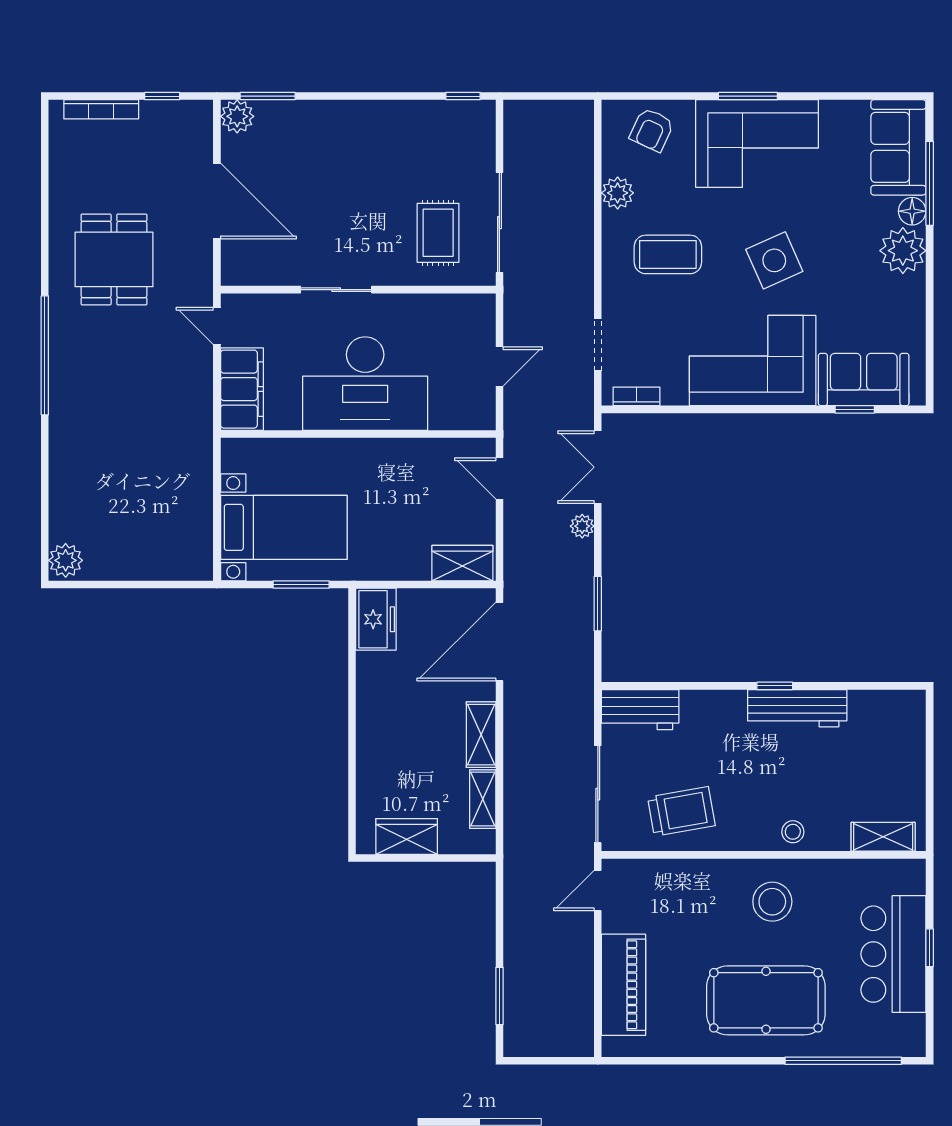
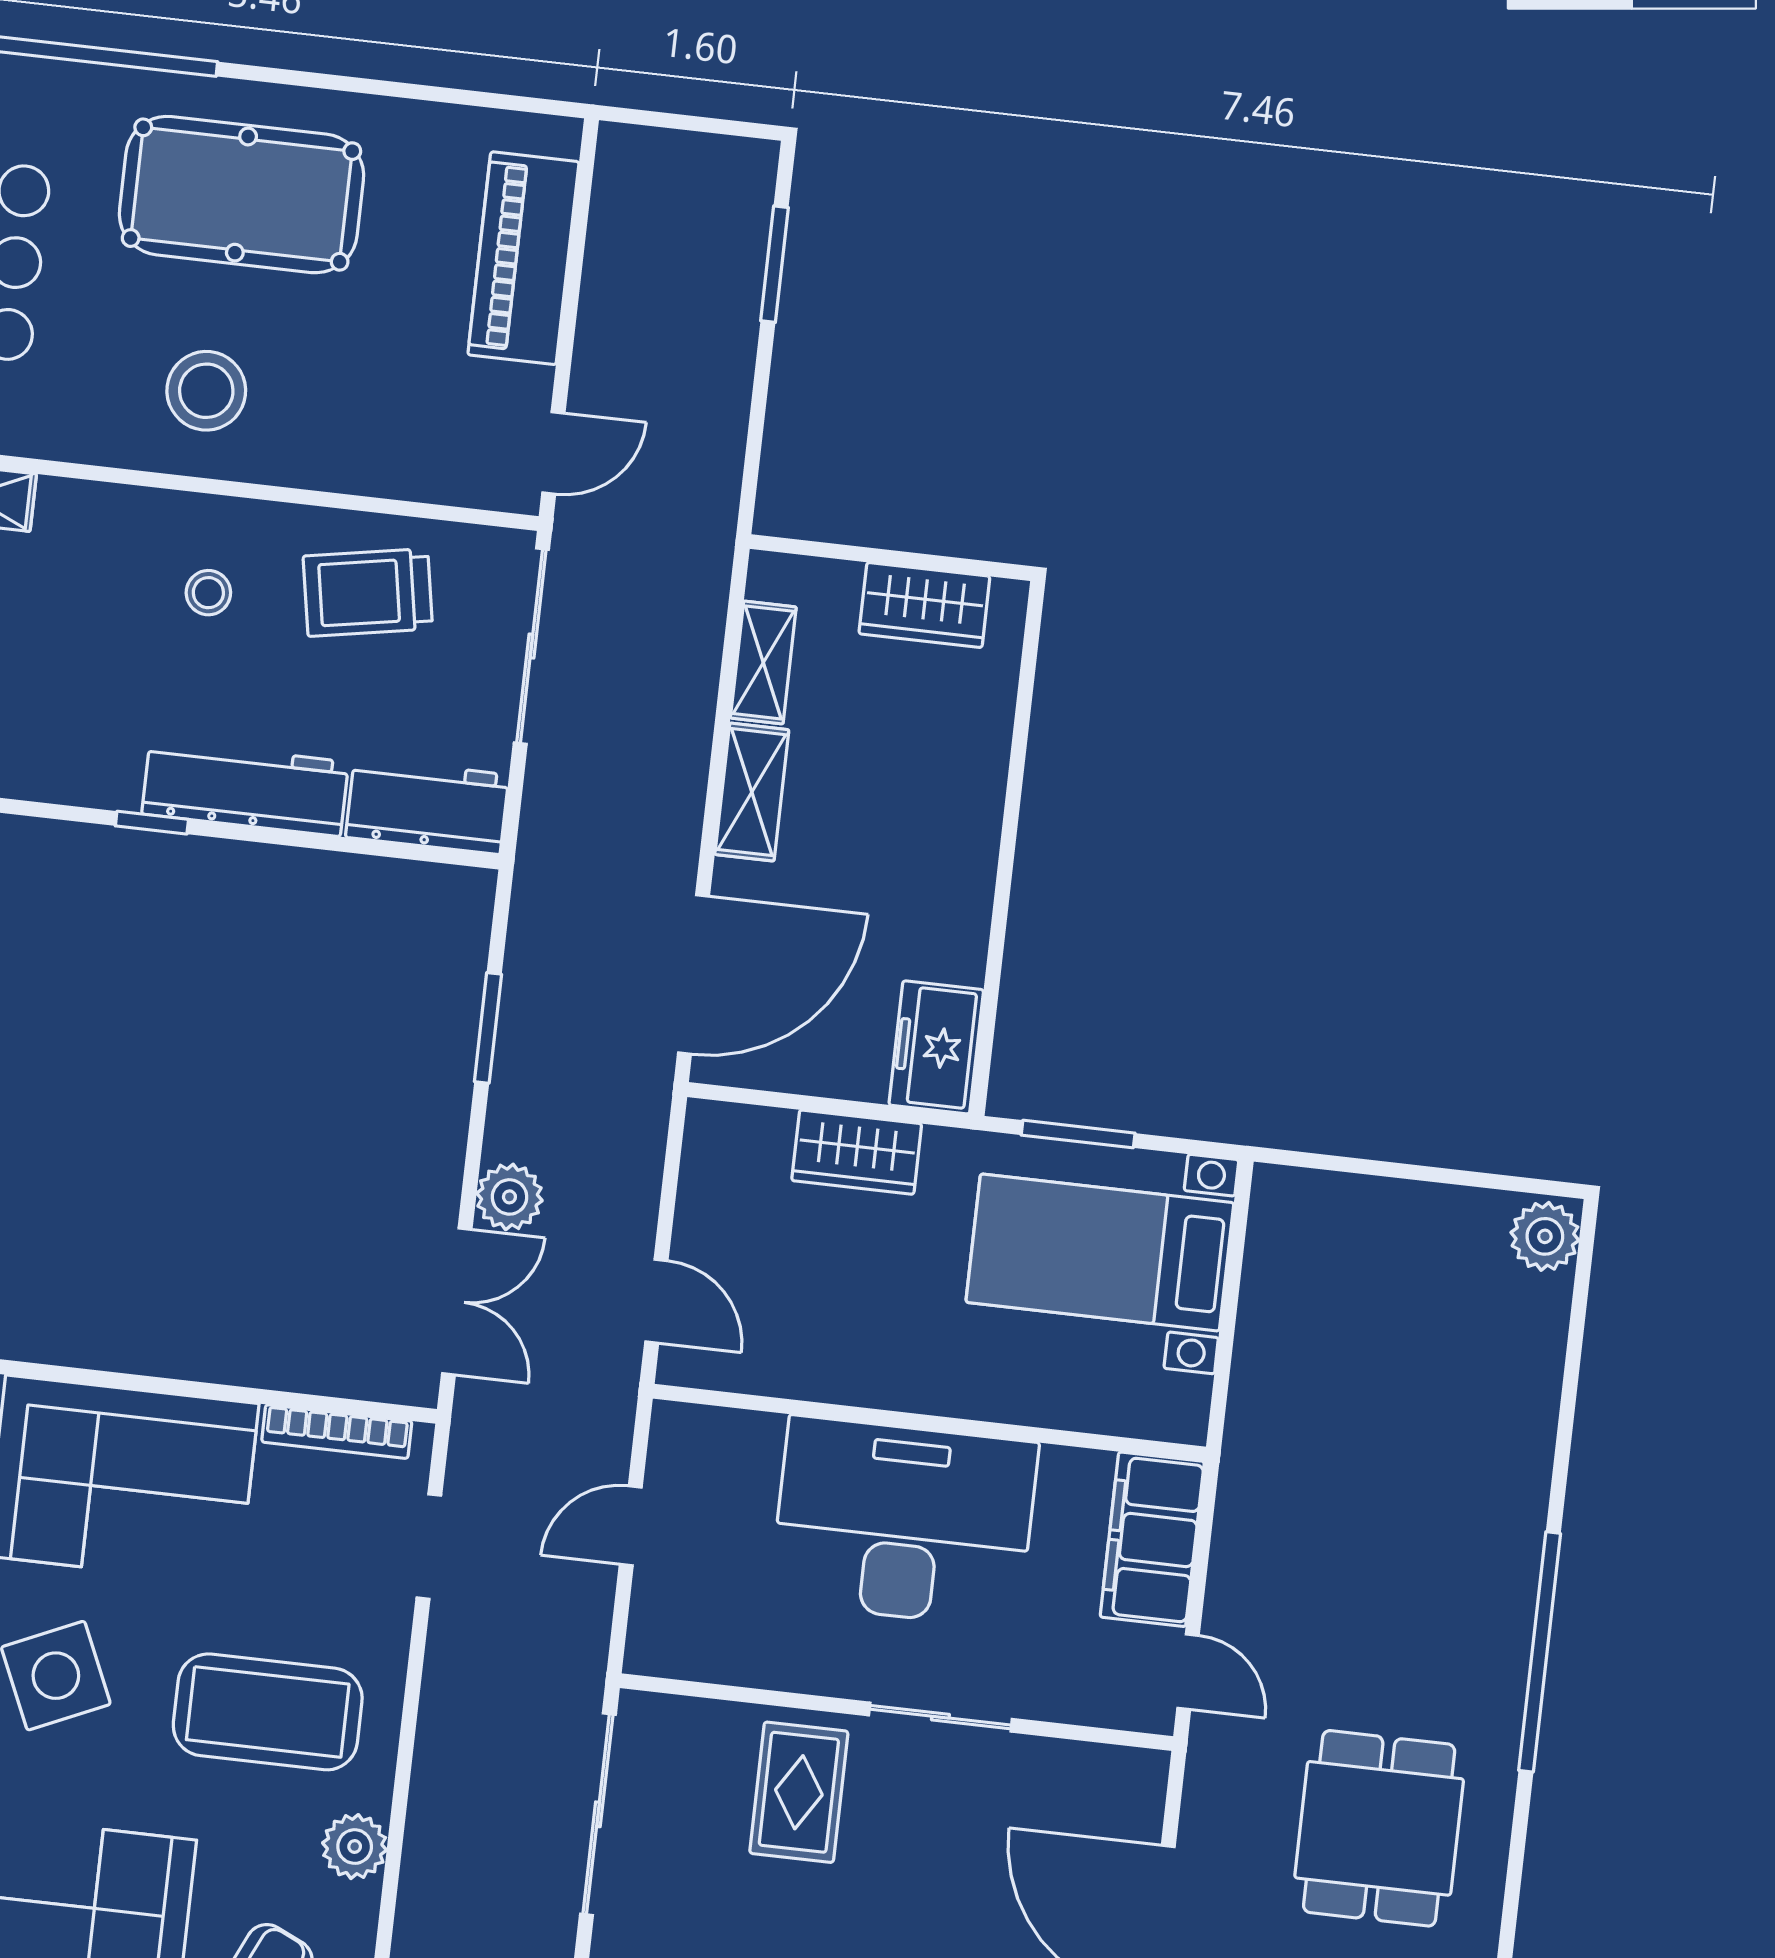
rug: (438, 233) -> (799, 1792), moved
coffee table: (668, 254) -> (268, 1712), width x1.36, depth x1.32
bookcase: (636, 396) -> (337, 1432), width x1.56
plant: (582, 526) -> (509, 1197), width x1.38, depth x1.38
wardrobe: (462, 563) -> (857, 1152), moved
workbench: (797, 708) -> (245, 788), moved
stool: (793, 832) -> (208, 593), moved

